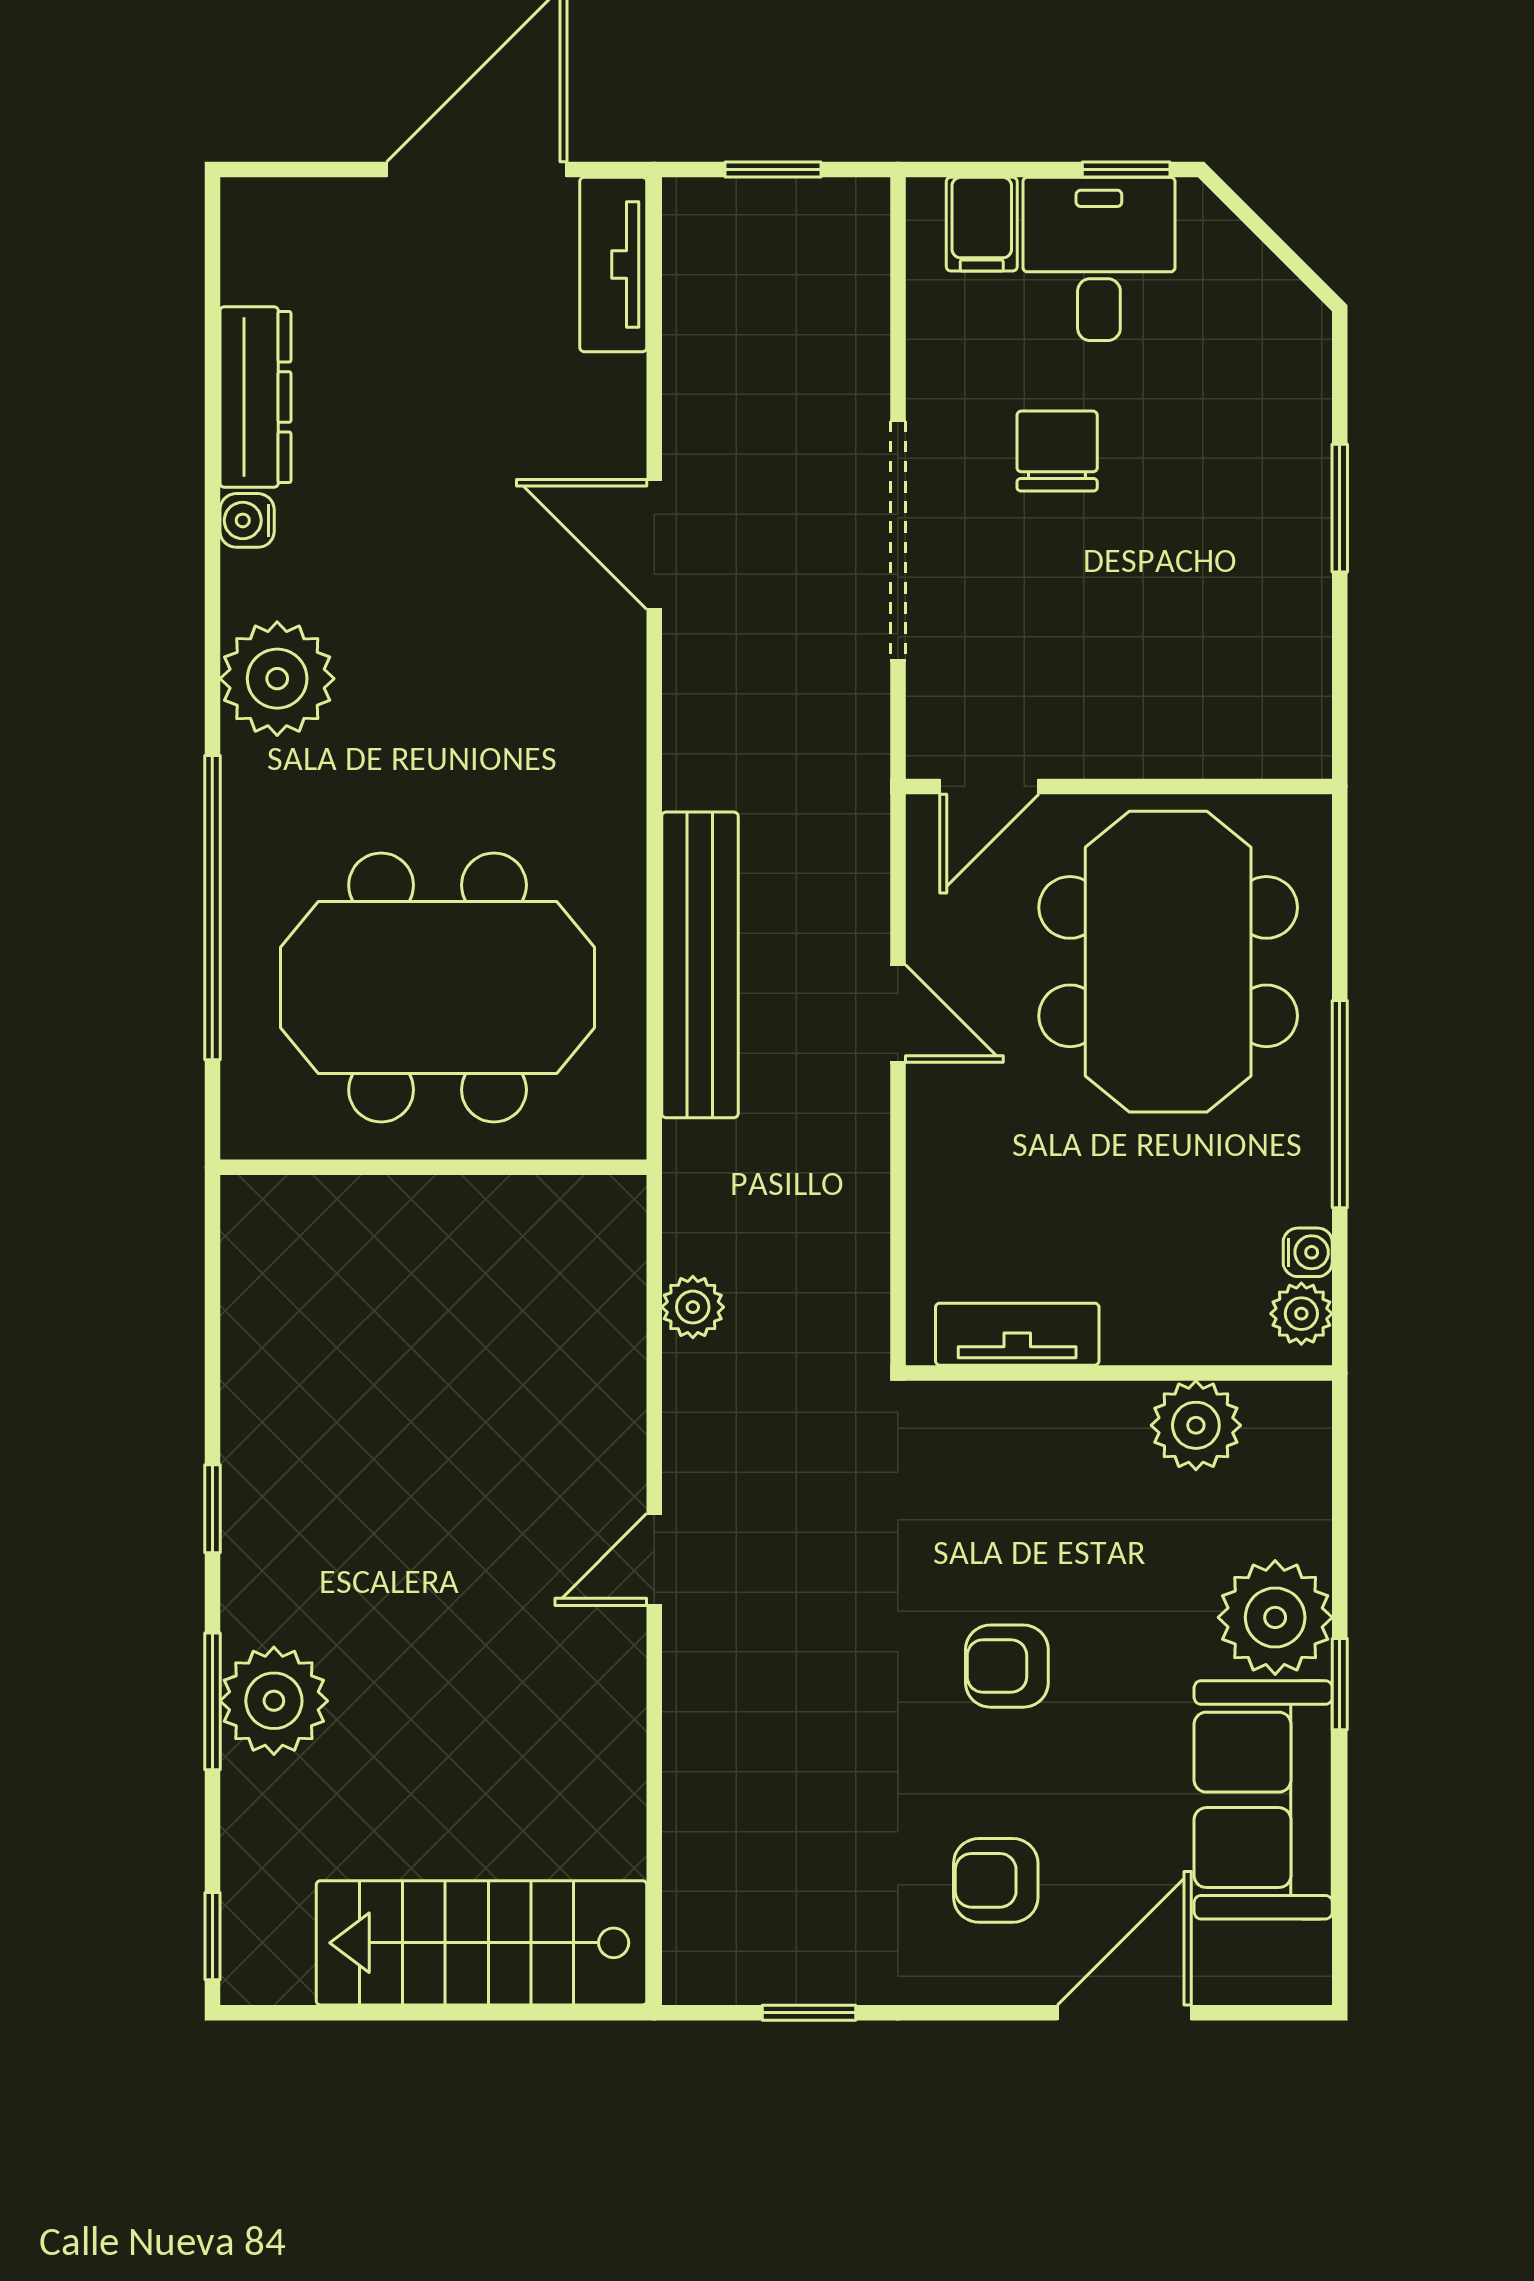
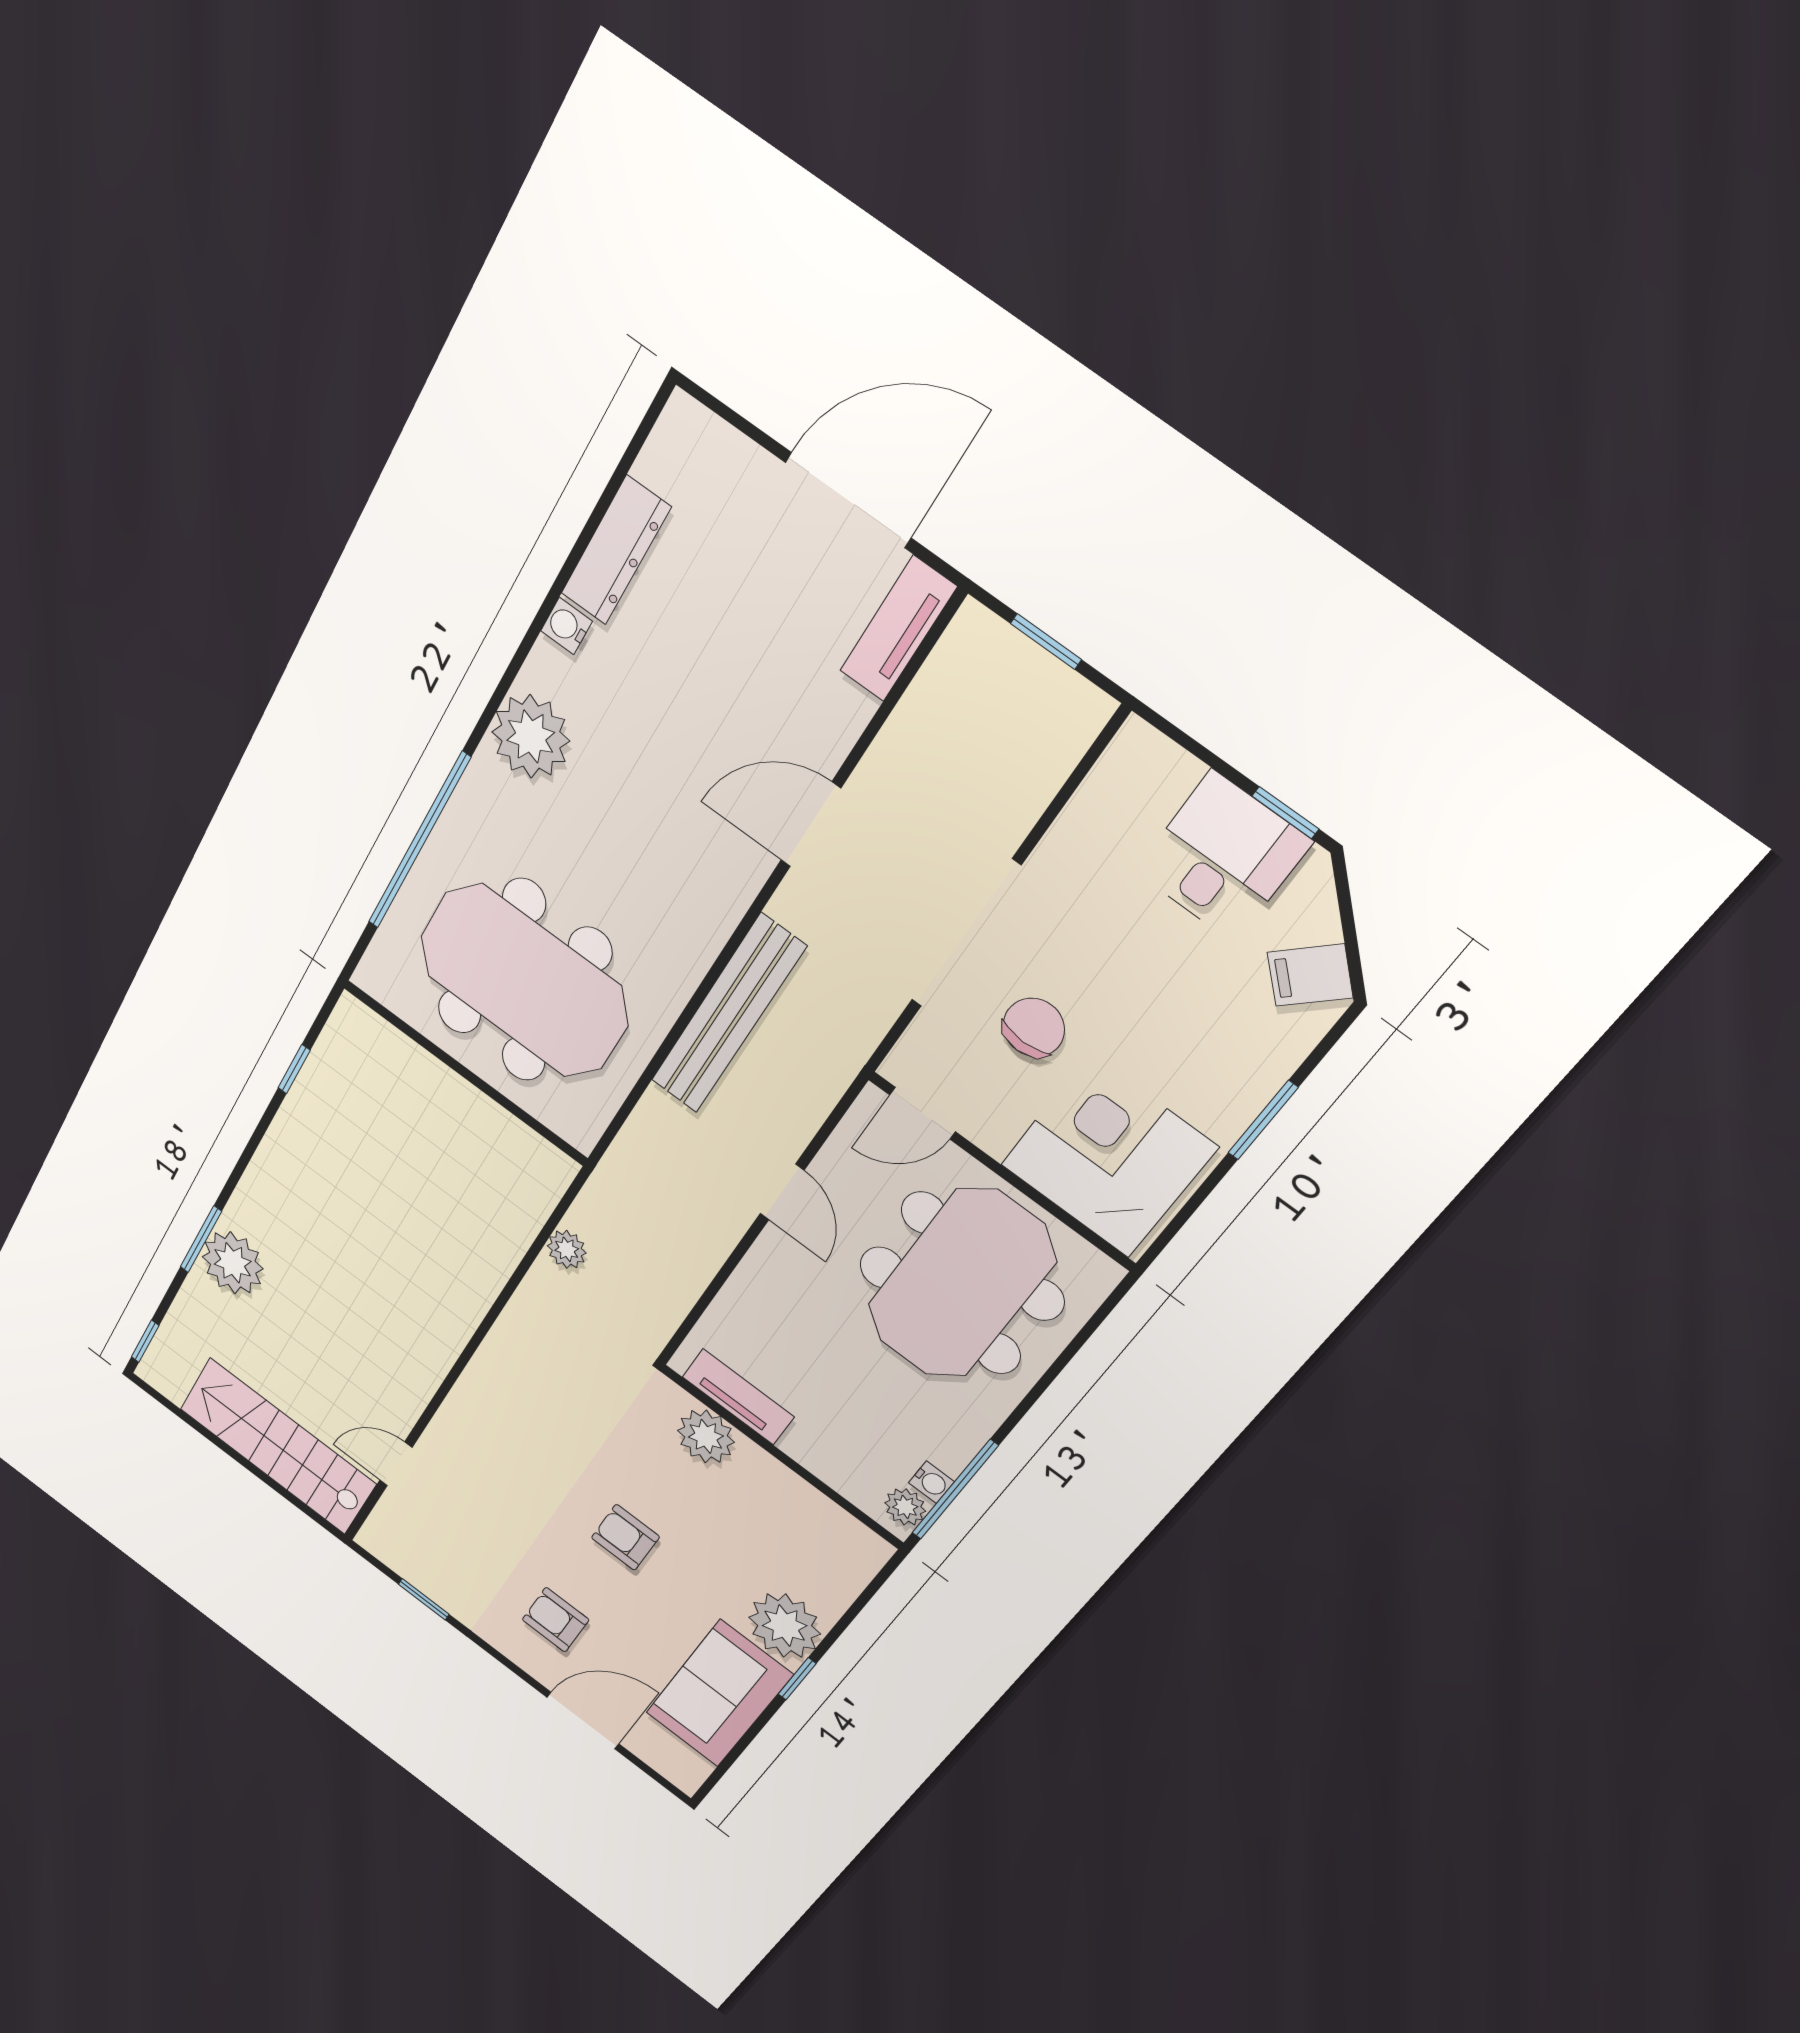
filing cabinet: (982, 224) -> (1310, 975), moved, turned 45
chair: (1057, 451) -> (1034, 1028), moved
door: (654, 544) -> (811, 824), hinge flipped
corner desk: (1216, 676) -> (1108, 1156), added
bench: (700, 965) -> (728, 1014), moved
window: (1340, 1104) -> (955, 1490), moved
plant: (1196, 1425) -> (706, 1436), moved
window: (212, 1509) -> (294, 1069), moved
door: (654, 1559) -> (396, 1464), moved

